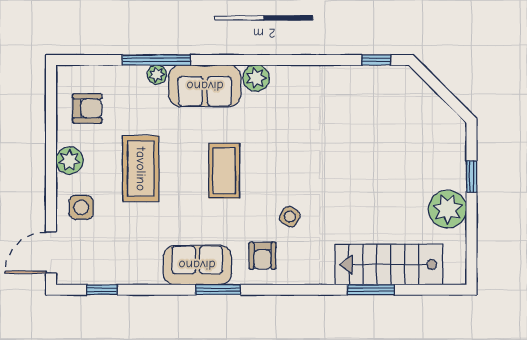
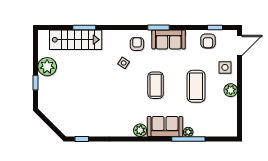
armchair: (87, 108) -> (208, 41), moved, turned -90

